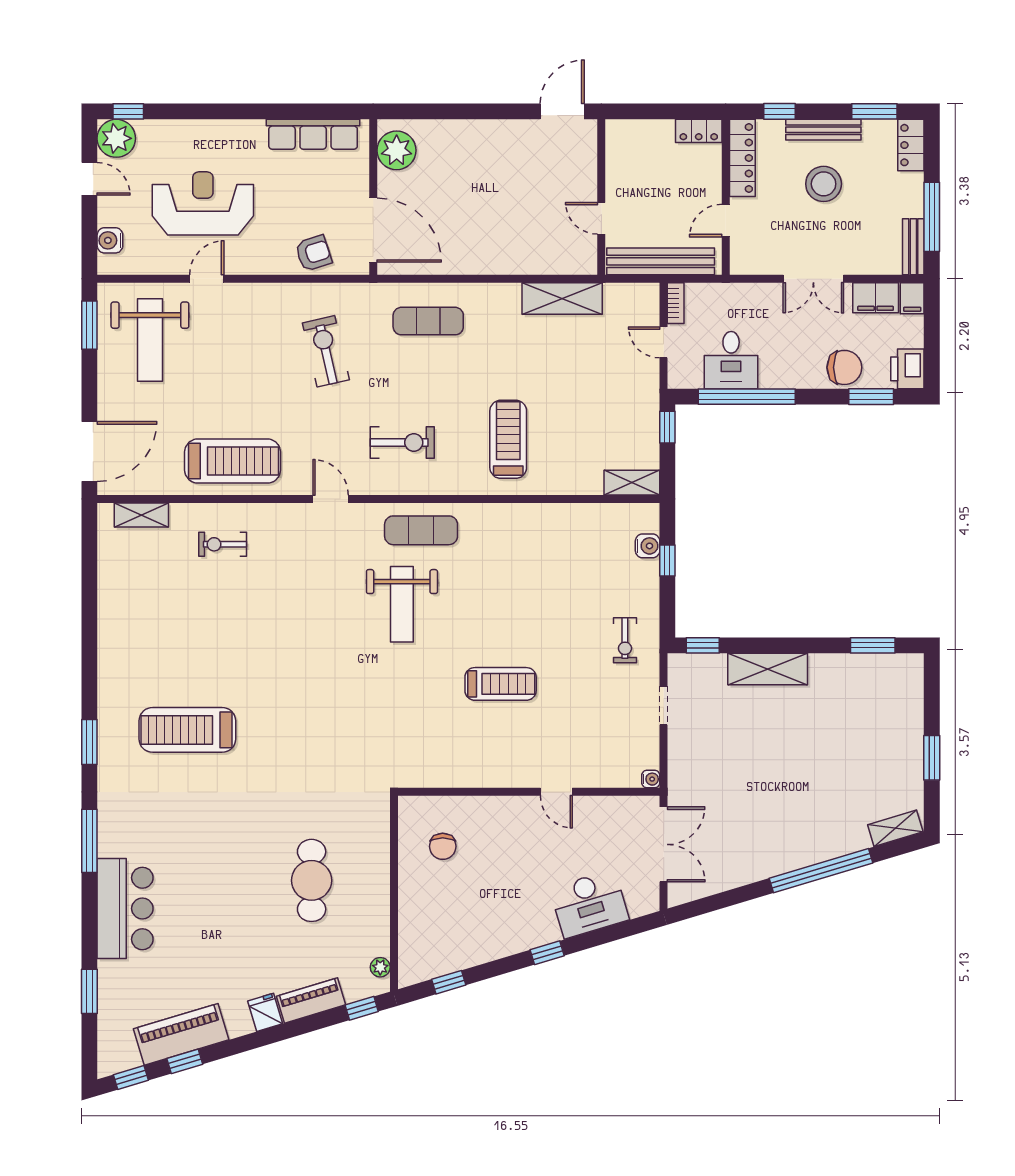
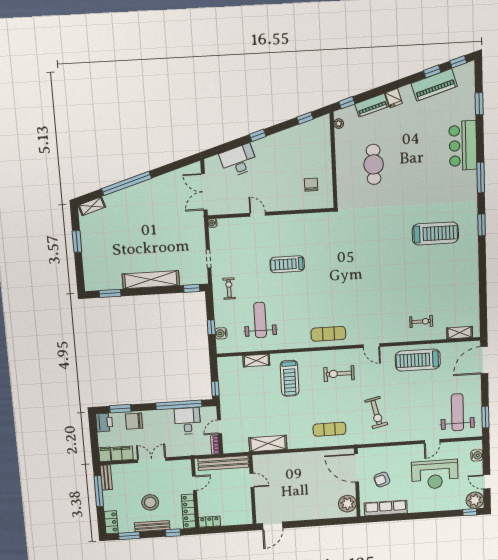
armchair: (313, 253) -> (382, 479), moved
door: (664, 342) -> (220, 427), swing flipped
shelving: (632, 483) -> (256, 360), moved
weight bench: (402, 604) -> (260, 320), moved
shelving: (768, 669) -> (151, 280), width x1.47

